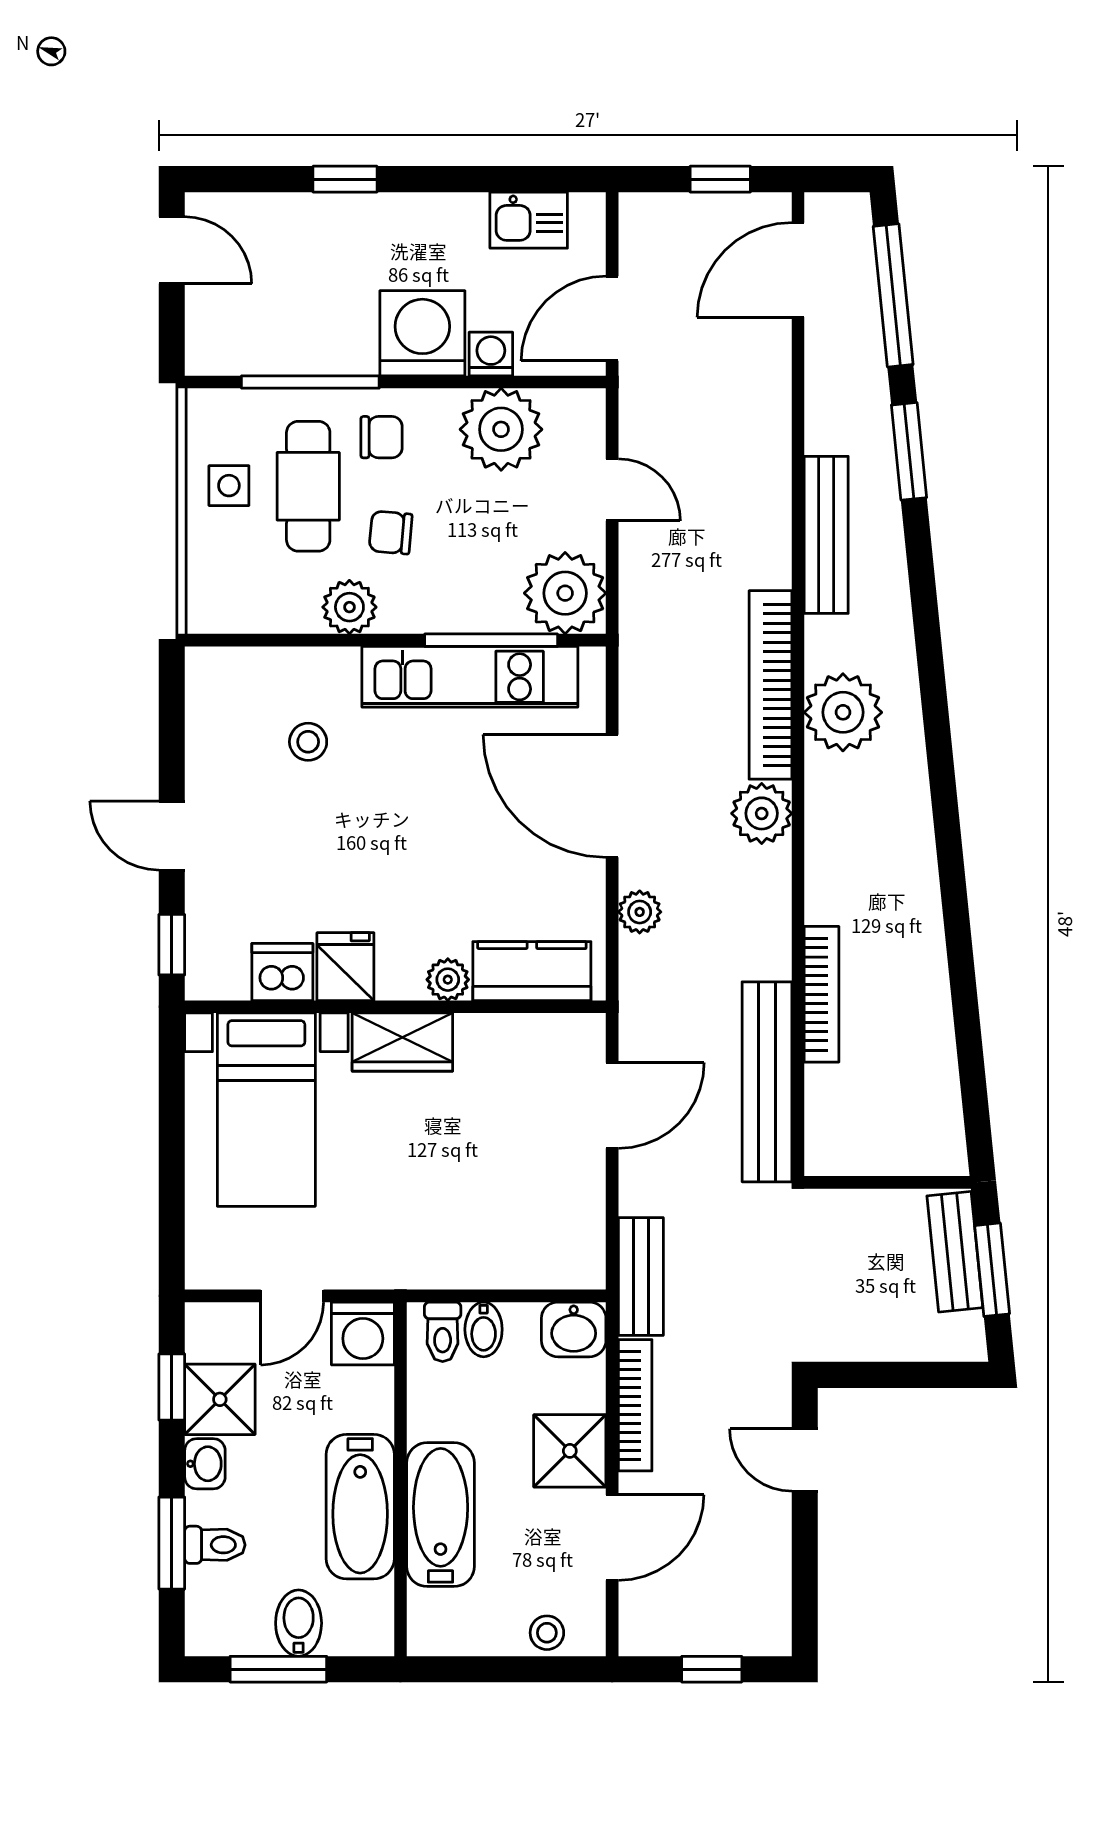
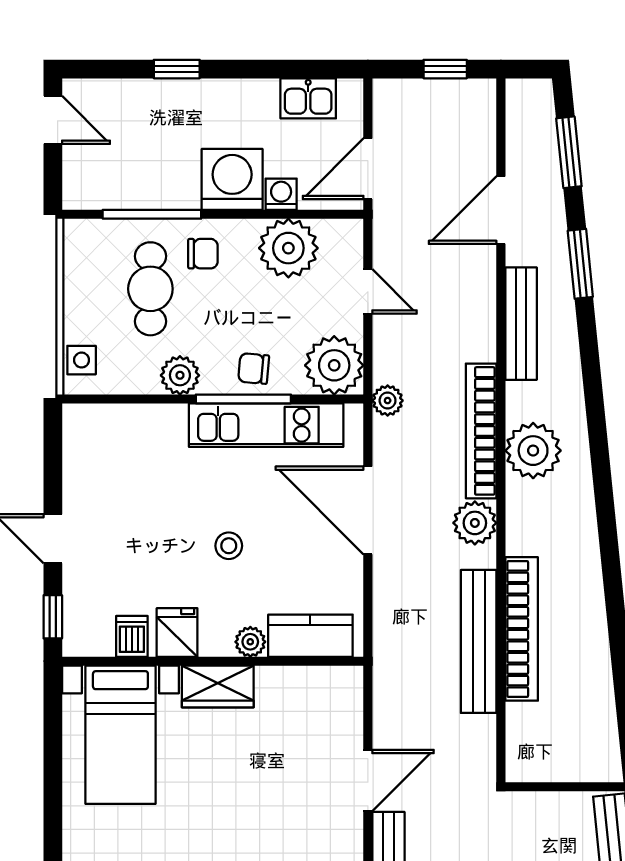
door: (798, 270) -> (501, 210), moved
window: (893, 295) -> (569, 152), width x0.69
side table: (229, 486) -> (82, 360), moved
chair: (391, 532) -> (254, 369), moved
window: (491, 640) -> (243, 399), moved
stool: (308, 742) -> (229, 546), moved
plant: (640, 912) -> (388, 401), moved
dishwasher: (282, 972) -> (132, 636), width x0.73
bookcase: (822, 994) -> (522, 629), width x1.48, depth x1.31
bench: (767, 1082) -> (479, 641), moved
door: (612, 1105) -> (368, 781), moved

